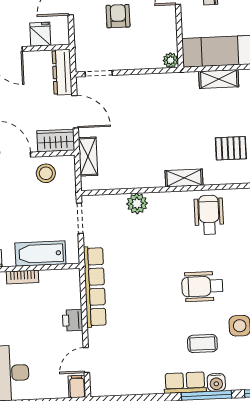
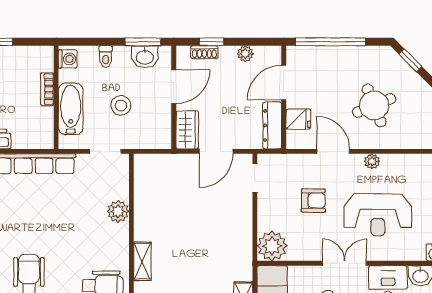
plant: (171, 60) -> (272, 246), width x1.87, depth x1.87
dresser: (62, 72) -> (272, 125), moved, turned -90
shelving: (88, 157) -> (169, 163), removed
stool: (46, 173) -> (121, 105), moved

